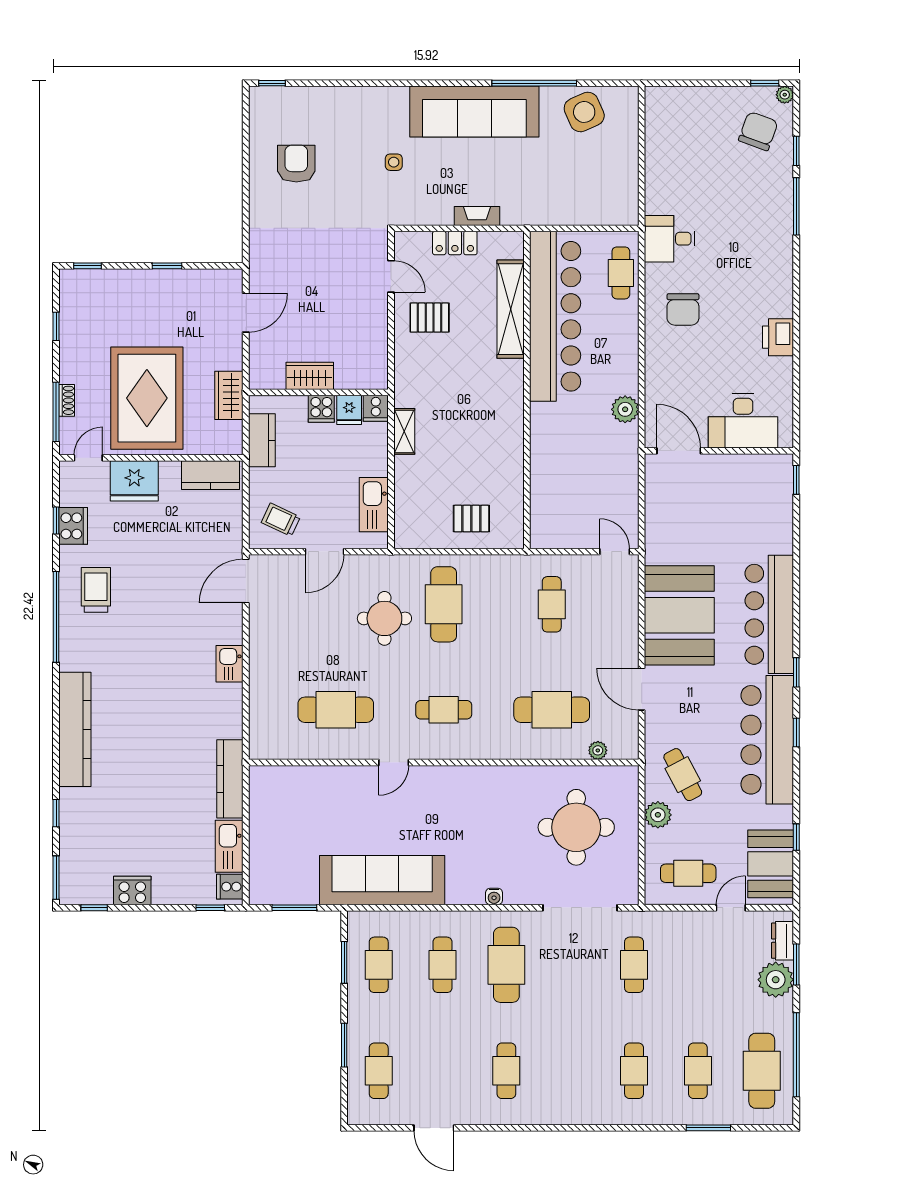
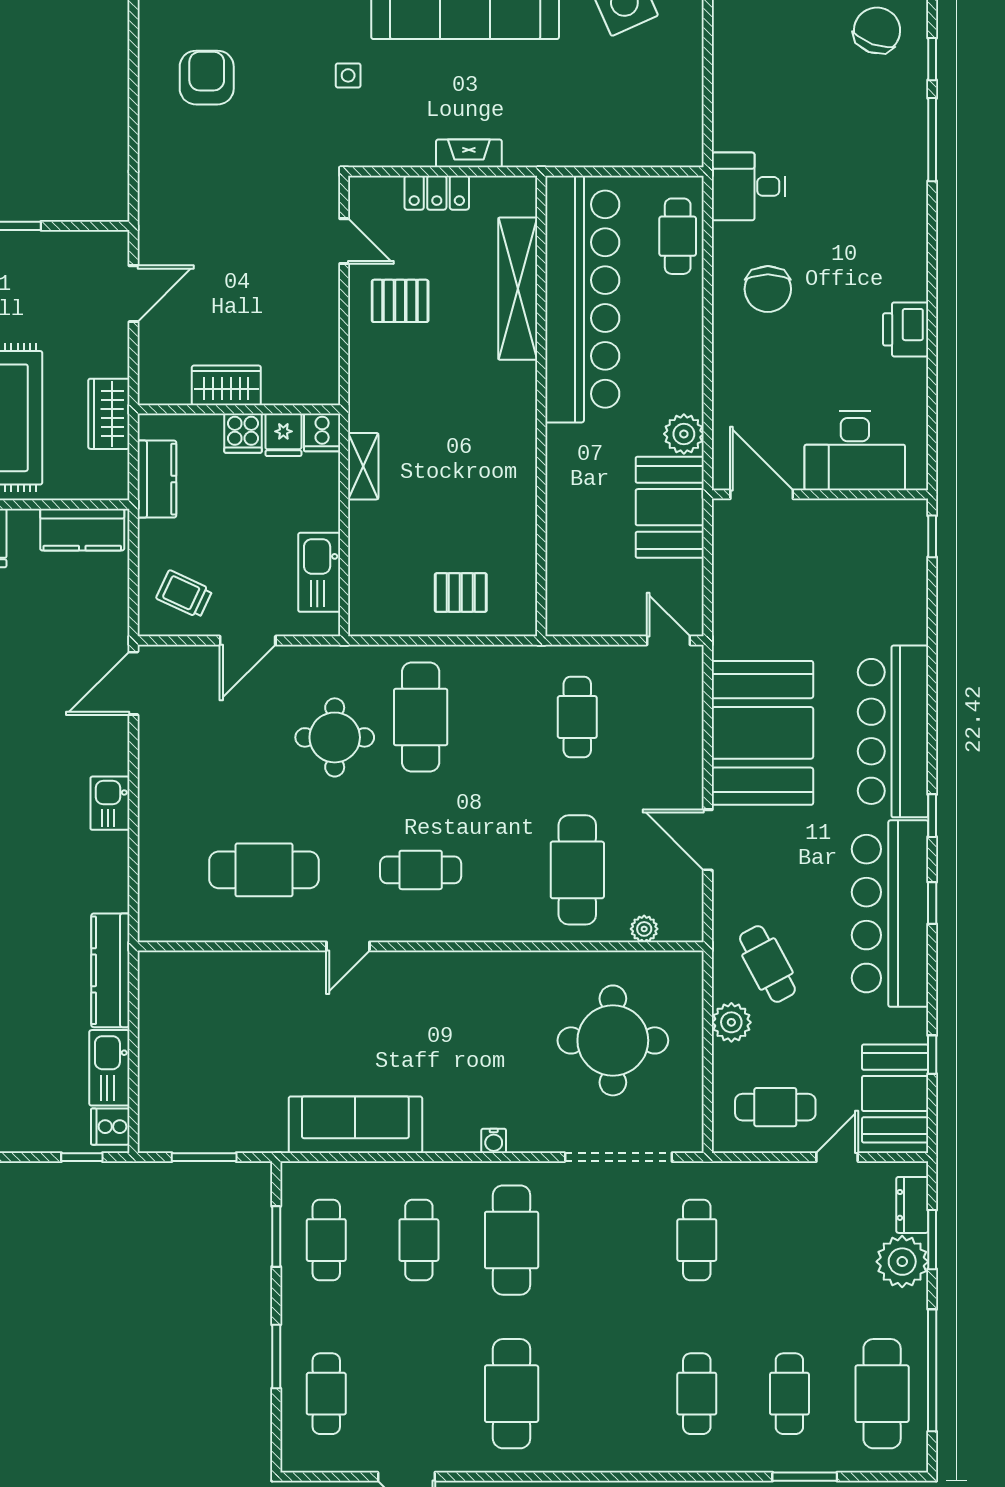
booth: (615, 460) -> (670, 507), added
cafe table: (552, 710) -> (577, 870), turned 90
sofa: (382, 880) -> (355, 1125), width x0.74, depth x0.79
cafe table: (506, 1071) -> (512, 1394), width x1.37, depth x1.35

